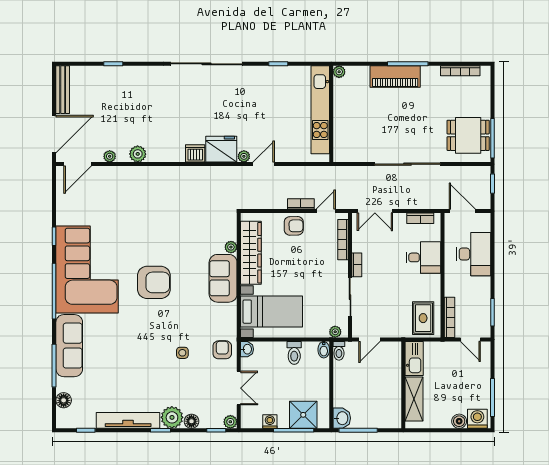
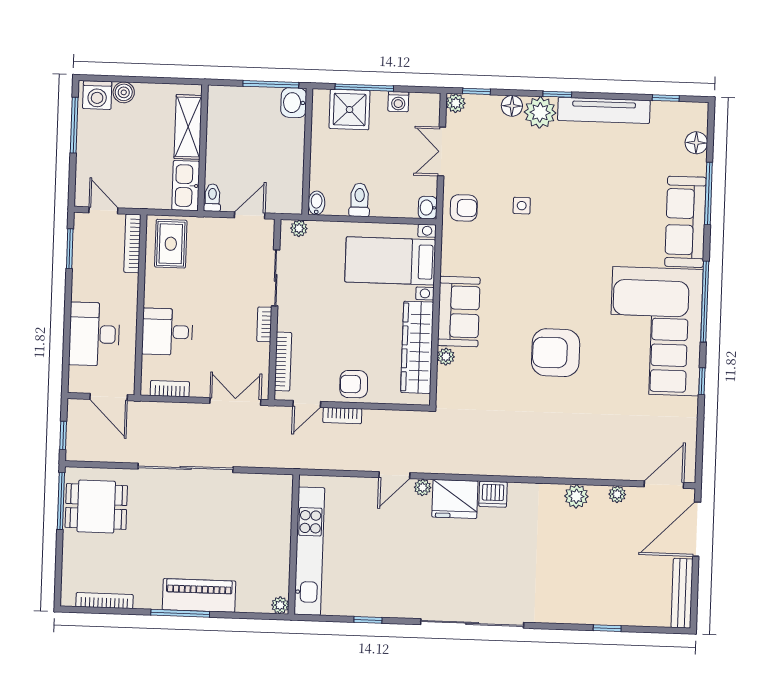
armchair: (154, 282) -> (556, 353), moved
armchair: (222, 350) -> (464, 208), turned -90
toilet: (339, 351) -> (212, 198), moved

